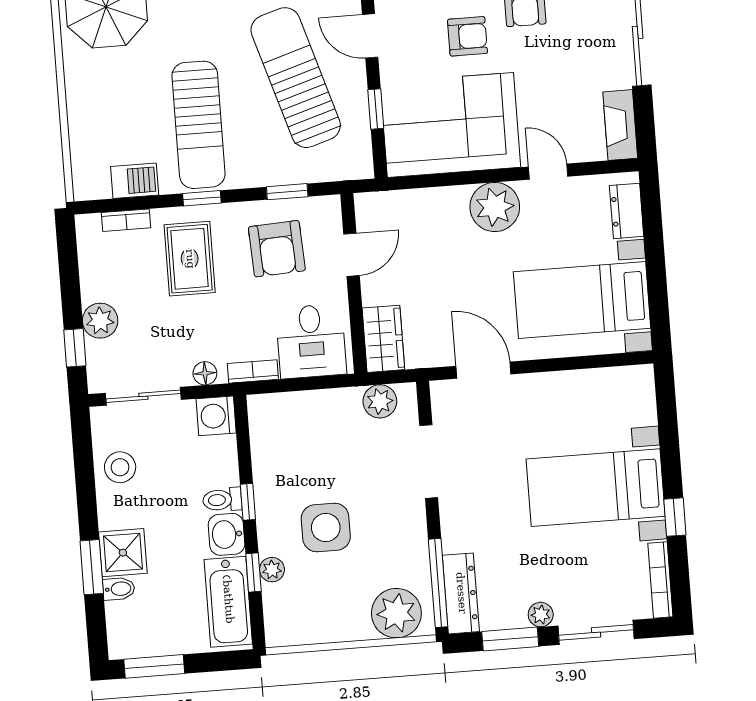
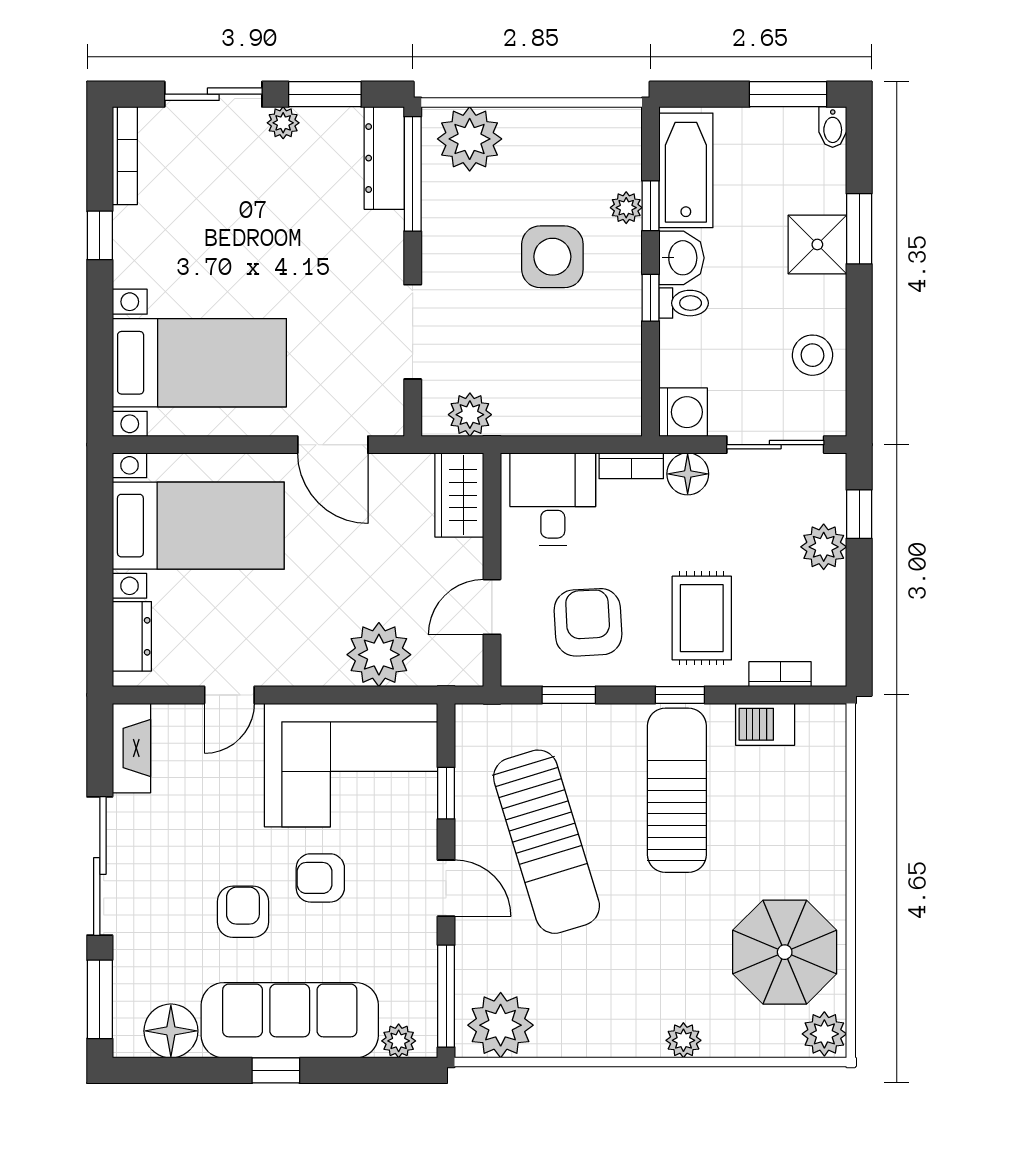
door: (548, 172) -> (229, 695), hinge flipped
plant: (495, 207) -> (379, 655), moved
floor lamp: (205, 373) -> (688, 474), width x1.37, depth x1.37
bed with nightstands: (596, 488) -> (199, 363), moved
bidet: (119, 589) -> (833, 127), moved, turned -90

